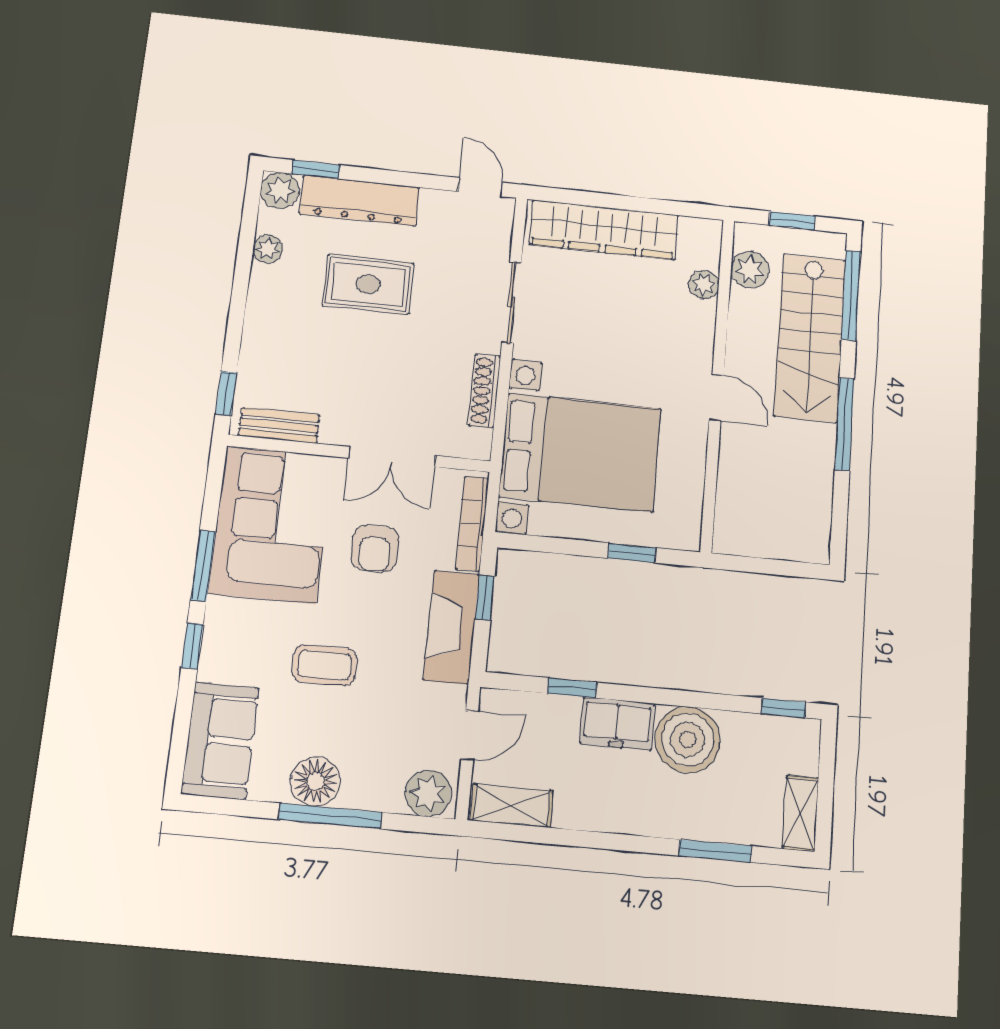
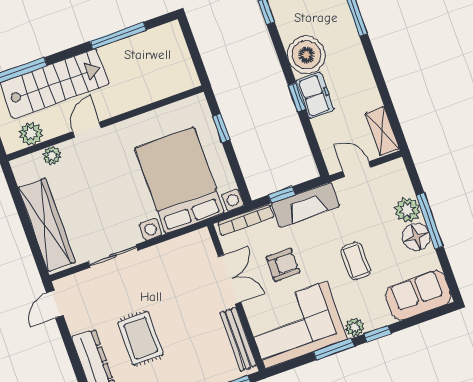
shoe rack: (485, 391) -> (170, 247), removed
door: (717, 397) -> (87, 130), moved
window: (844, 424) -> (118, 36), moved
bench: (279, 425) -> (238, 339), width x1.36
plant: (221, 615) -> (355, 327), added
window: (572, 688) -> (297, 97), moved
plant: (428, 793) -> (407, 210), moved

